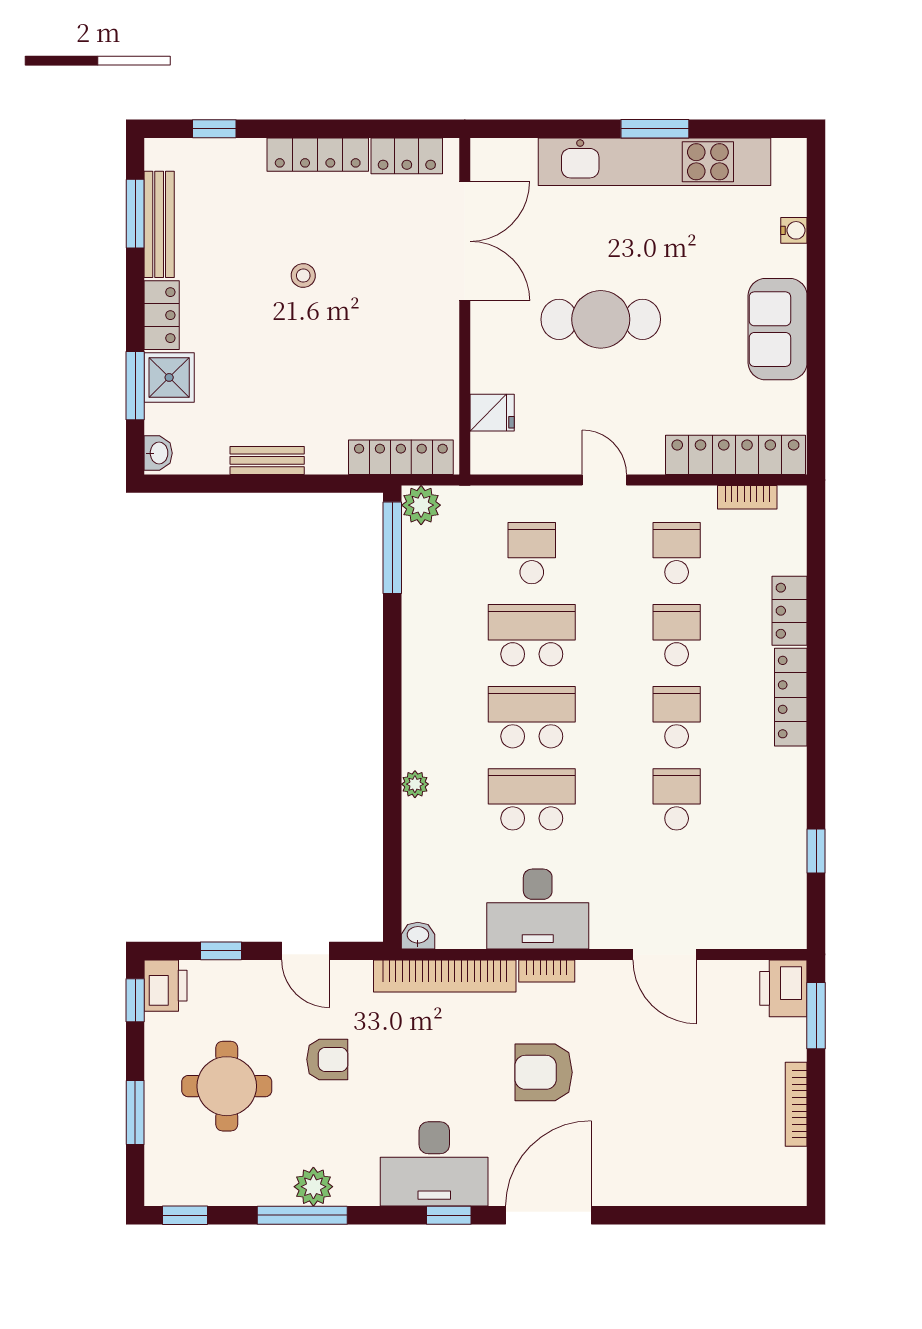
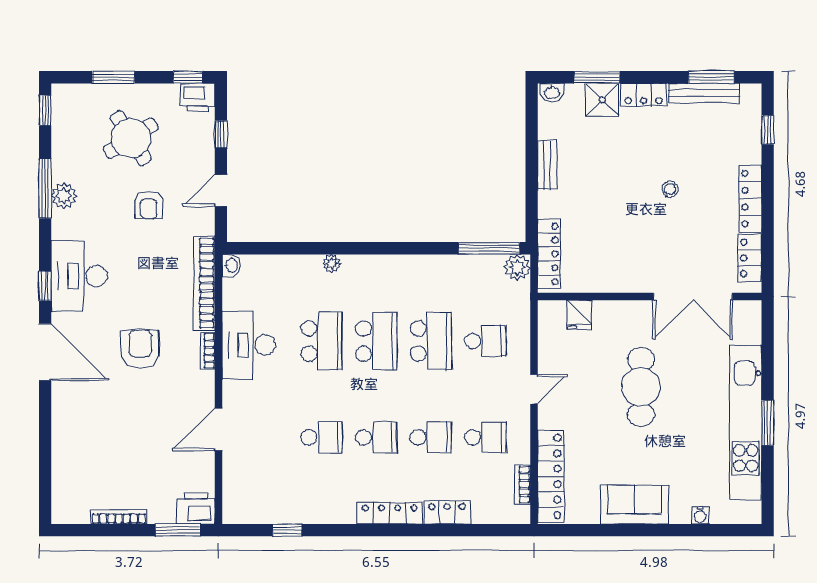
round table: (227, 1086) -> (131, 138), turned -32

